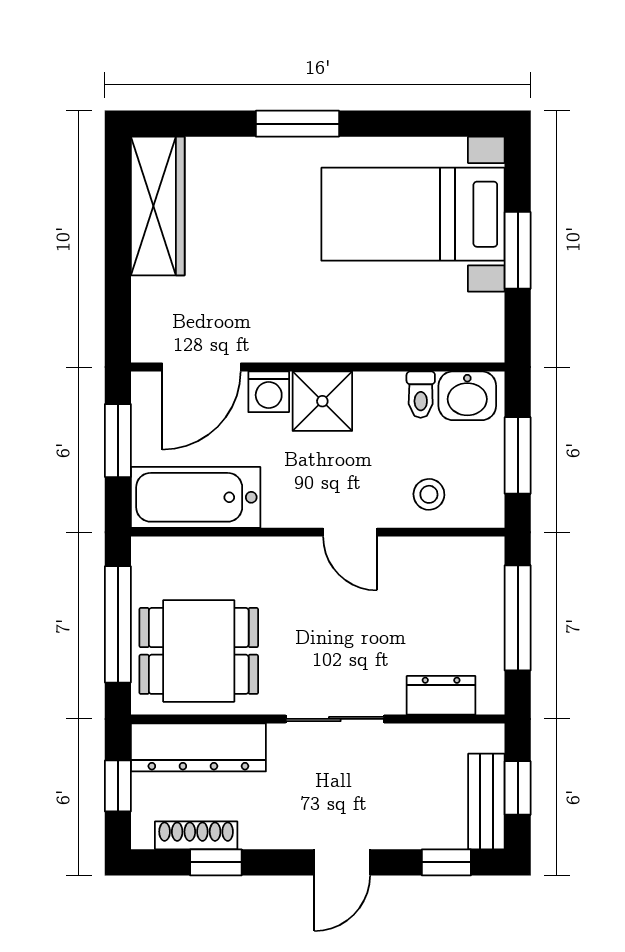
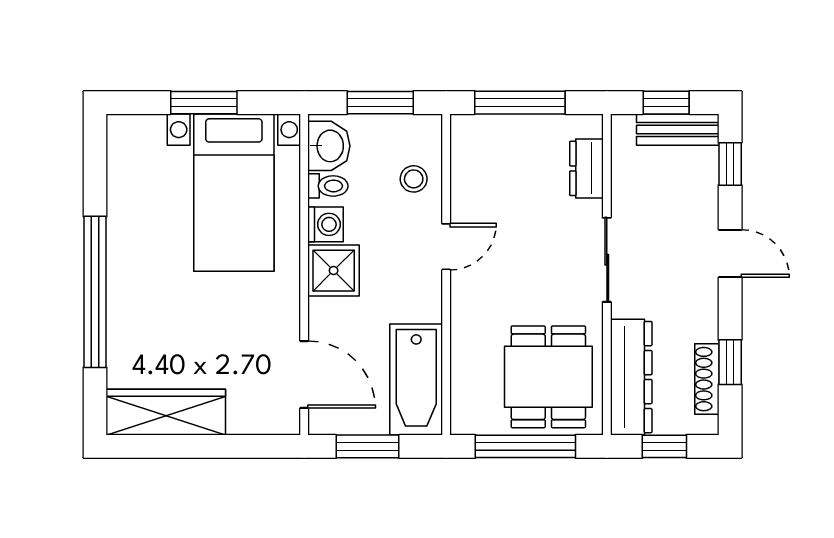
window: (297, 124) -> (95, 292), width x2.11
bed with nightstands: (413, 214) -> (234, 193), moved
washing machine: (269, 392) -> (325, 224), moved

